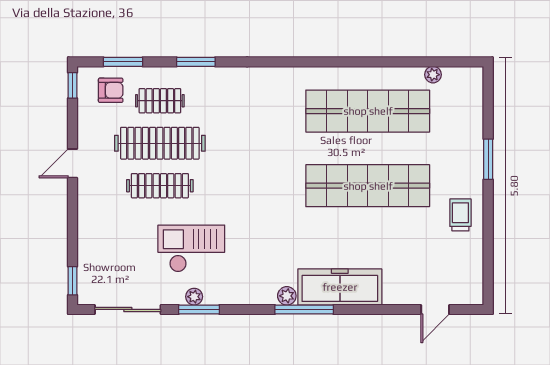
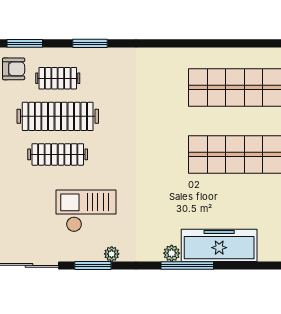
plant: (194, 297) -> (112, 254), moved

